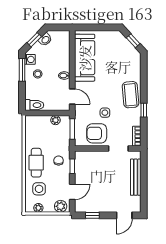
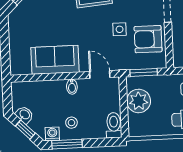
sofa: (85, 58) -> (55, 60), width x0.73
door: (72, 96) -> (100, 75), hinge flipped
plant: (55, 120) -> (139, 101), width x1.87, depth x1.87
armchair: (97, 133) -> (148, 39), turned 90

